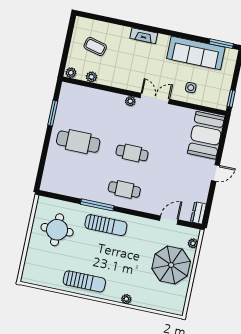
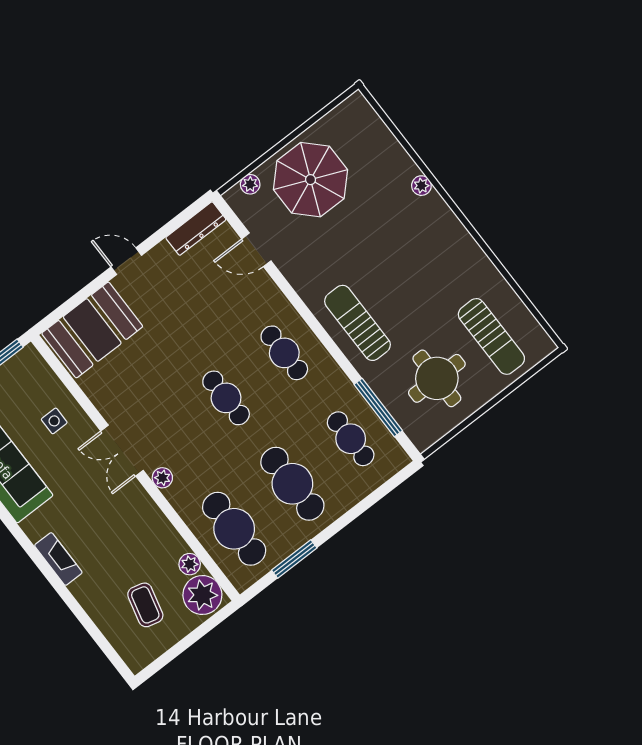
plant: (71, 73) -> (202, 595), width x1.88, depth x1.88
cafe table: (86, 105) -> (234, 529), added
cafe table: (71, 178) -> (351, 439), added
window: (97, 205) -> (378, 408), moved
dresser: (198, 213) -> (196, 229), width x1.44
sun lounger: (84, 281) -> (491, 336), moved, turned 180

